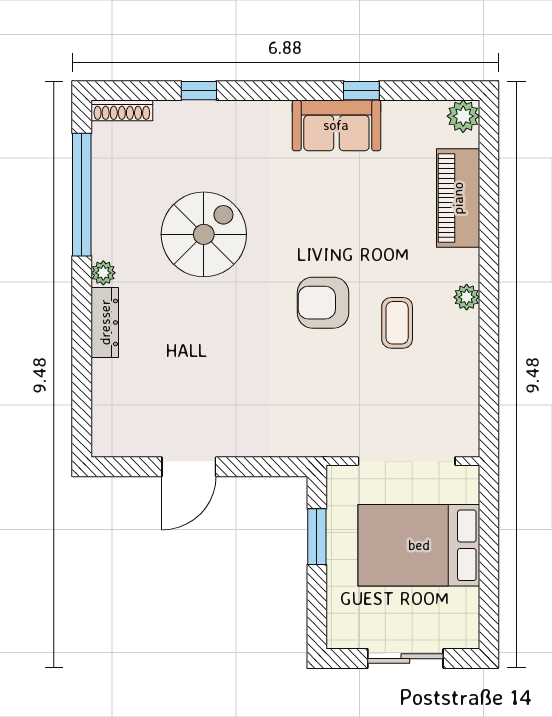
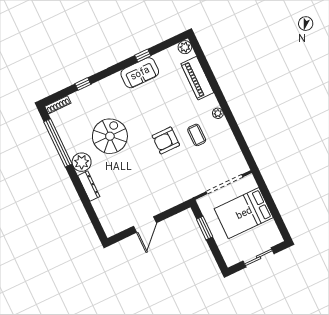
plant: (103, 273) -> (82, 162), width x1.88, depth x1.88

